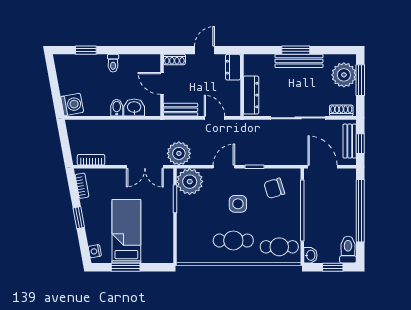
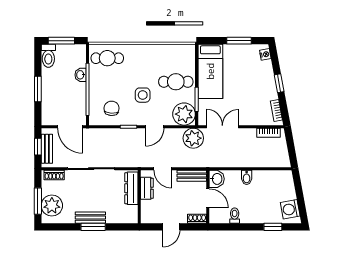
bench: (299, 61) -> (90, 218), width x0.73
toilet: (113, 63) -> (235, 216), moved
dresser: (233, 67) -> (147, 188), moved
washing machine: (72, 104) -> (290, 209), moved
washbasin: (134, 108) -> (217, 179), moved, turned -90
chair: (274, 188) -> (112, 108), turned -69
window: (360, 211) -> (38, 89), width x0.47
bed: (126, 231) -> (210, 71), moved
cafe table: (233, 240) -> (176, 82), moved
washbasin: (310, 255) -> (81, 75), moved
window: (333, 267) -> (61, 41), width x1.50

